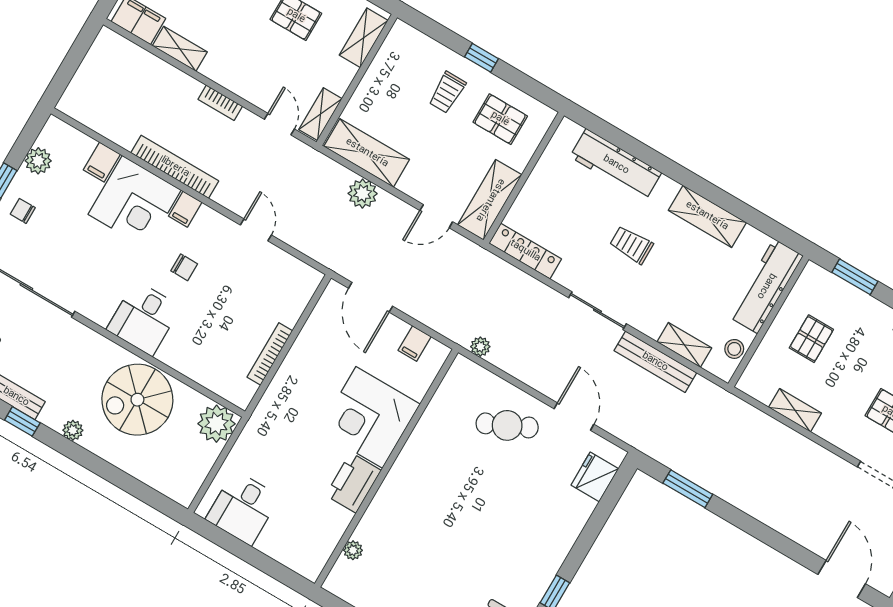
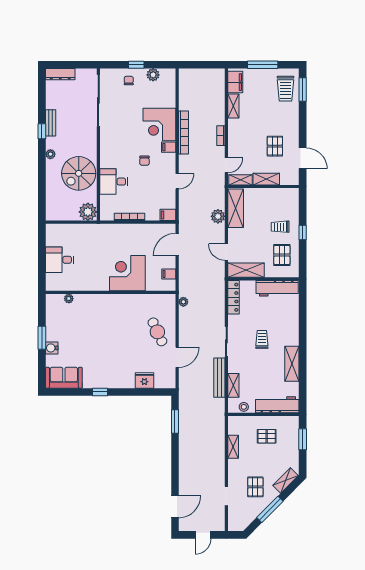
shelving: (364, 38) -> (266, 179), moved
filing cabinet: (102, 162) -> (168, 215), moved
workbench: (616, 165) -> (277, 288), moved, turned -90
desk: (144, 318) -> (114, 182), moved
spiral stairs: (137, 400) -> (79, 173), turned -90
fridge: (595, 477) -> (144, 380), moved
printer: (353, 483) -> (97, 282), removed
desk: (243, 508) -> (60, 260), moved

